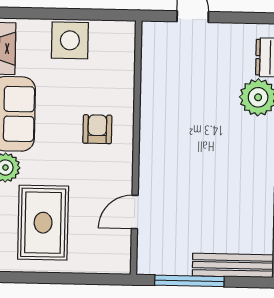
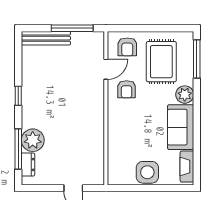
armchair: (97, 129) -> (127, 89), moved
armchair: (99, 248) -> (127, 47), added

